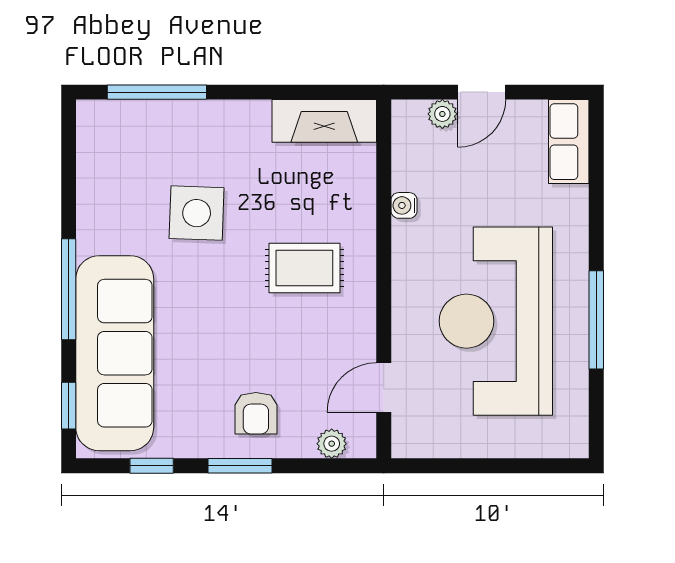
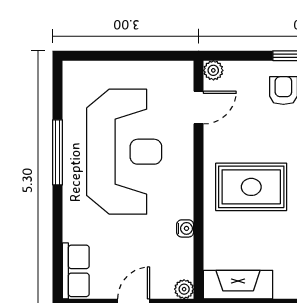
plant: (442, 114) -> (184, 289), moved
rug: (304, 268) -> (251, 187), width x1.36, depth x1.43
plant: (332, 444) -> (213, 70), moved

